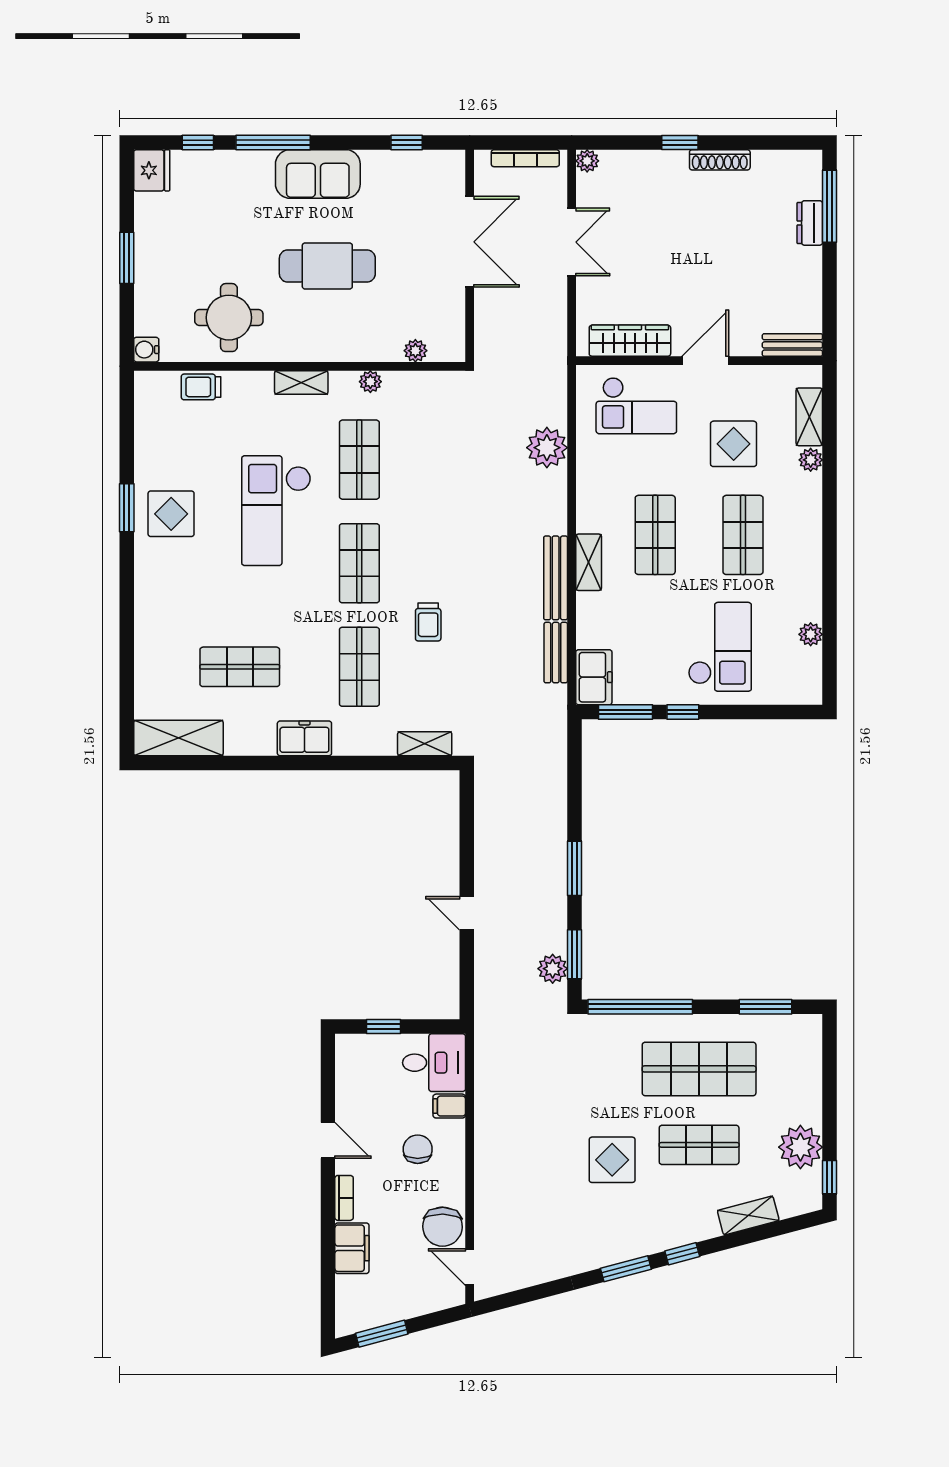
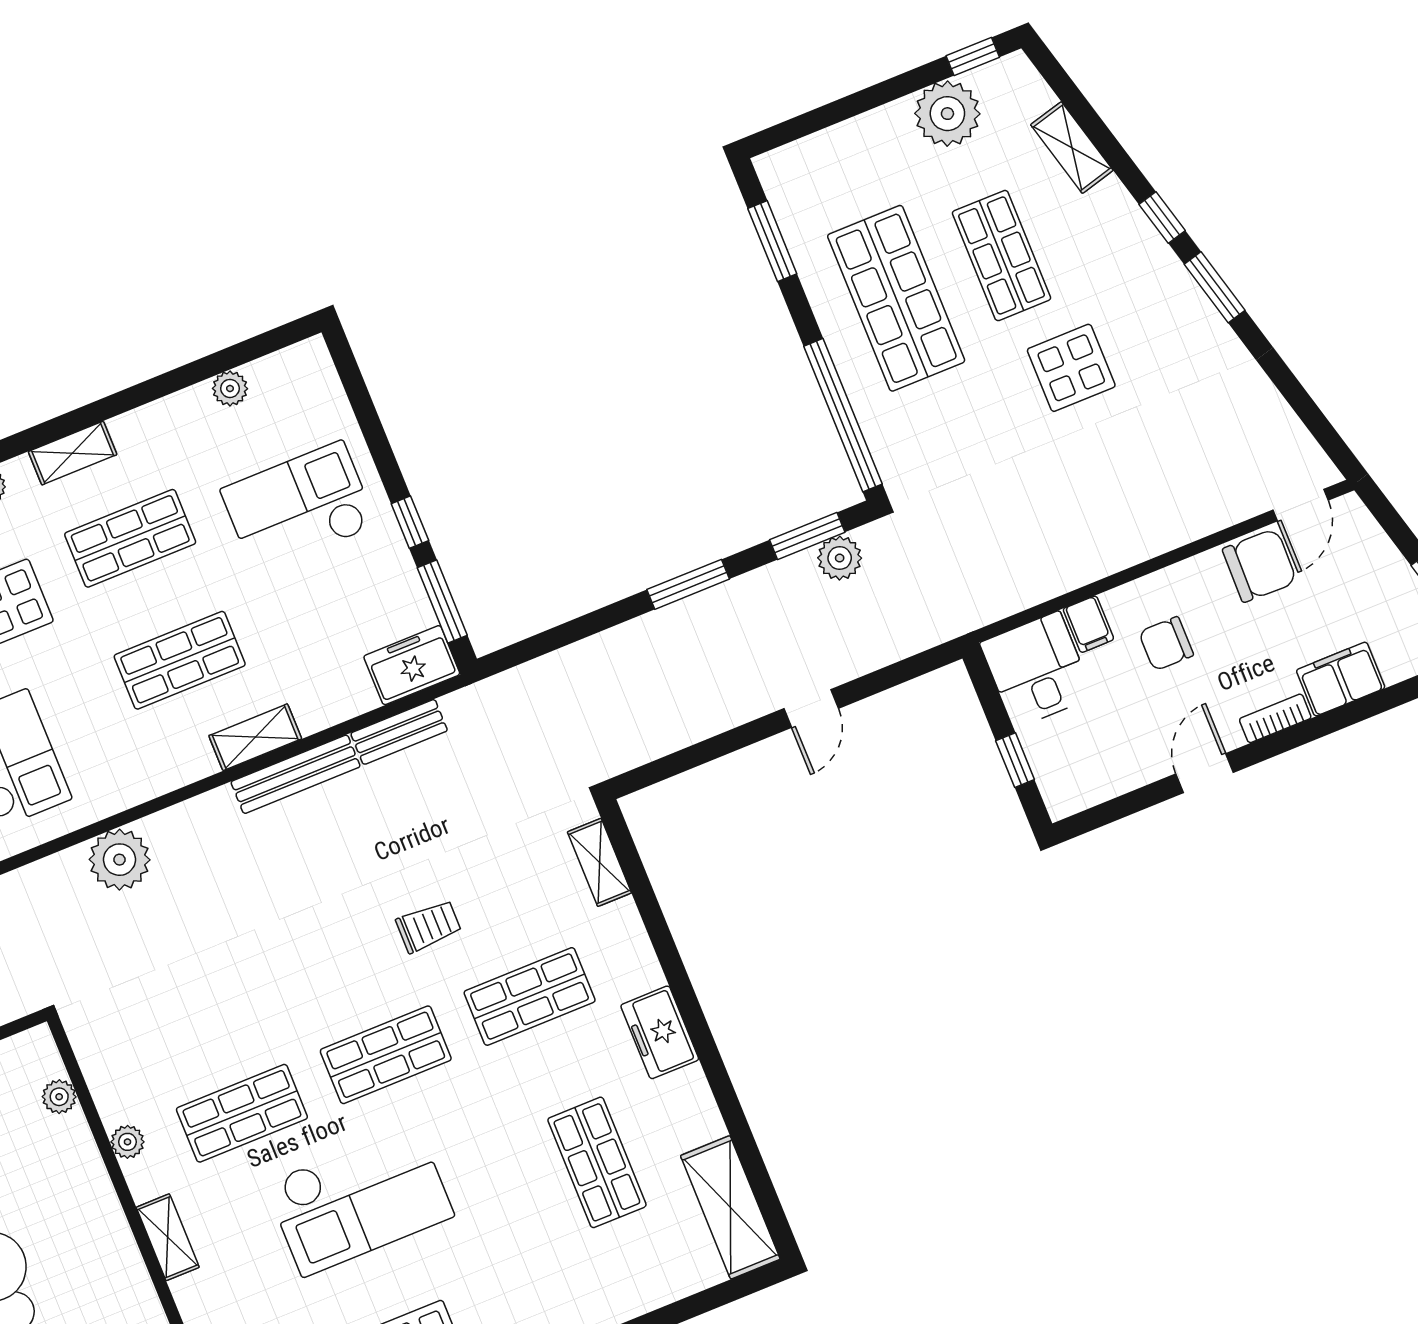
shelving: (810, 521) -> (73, 453), added

